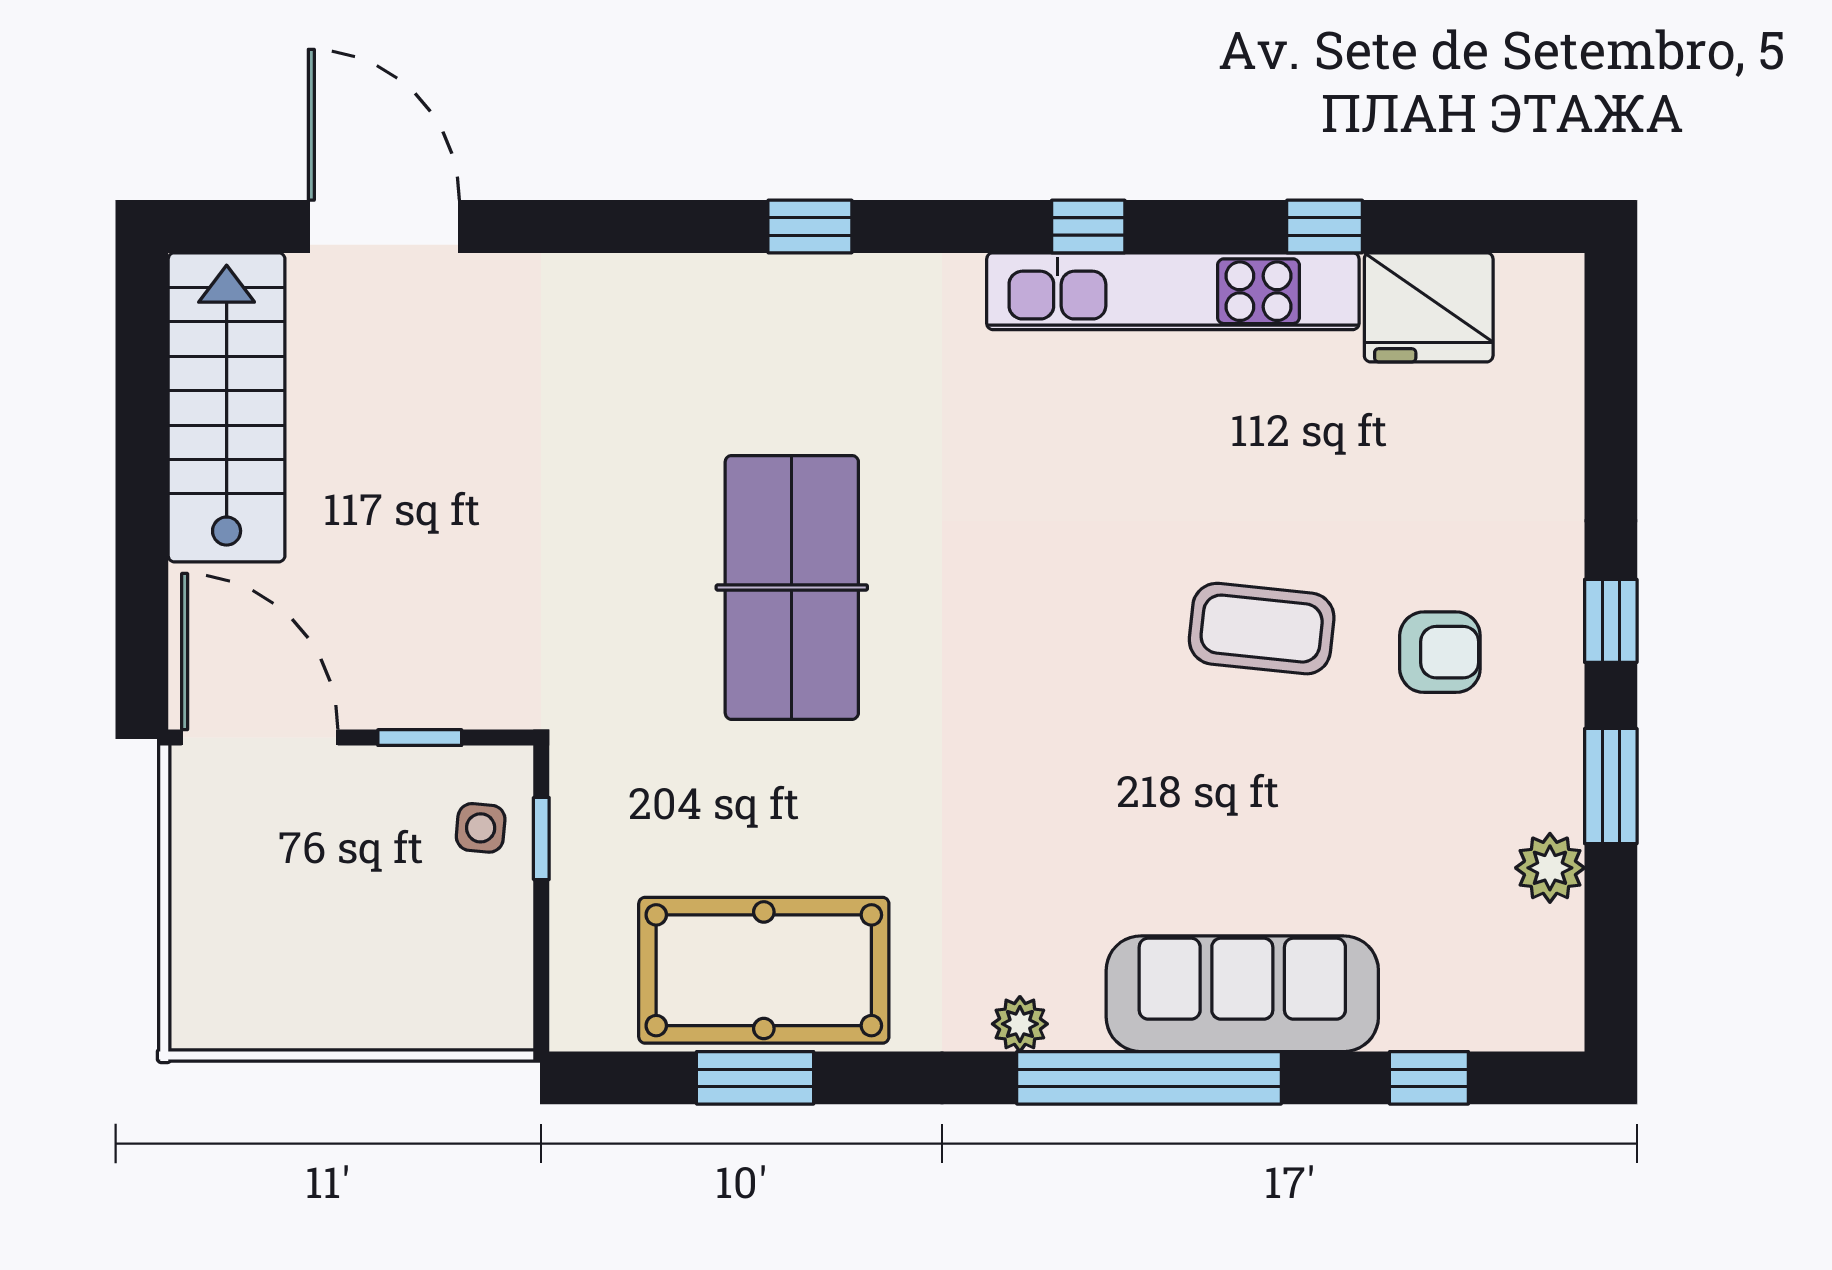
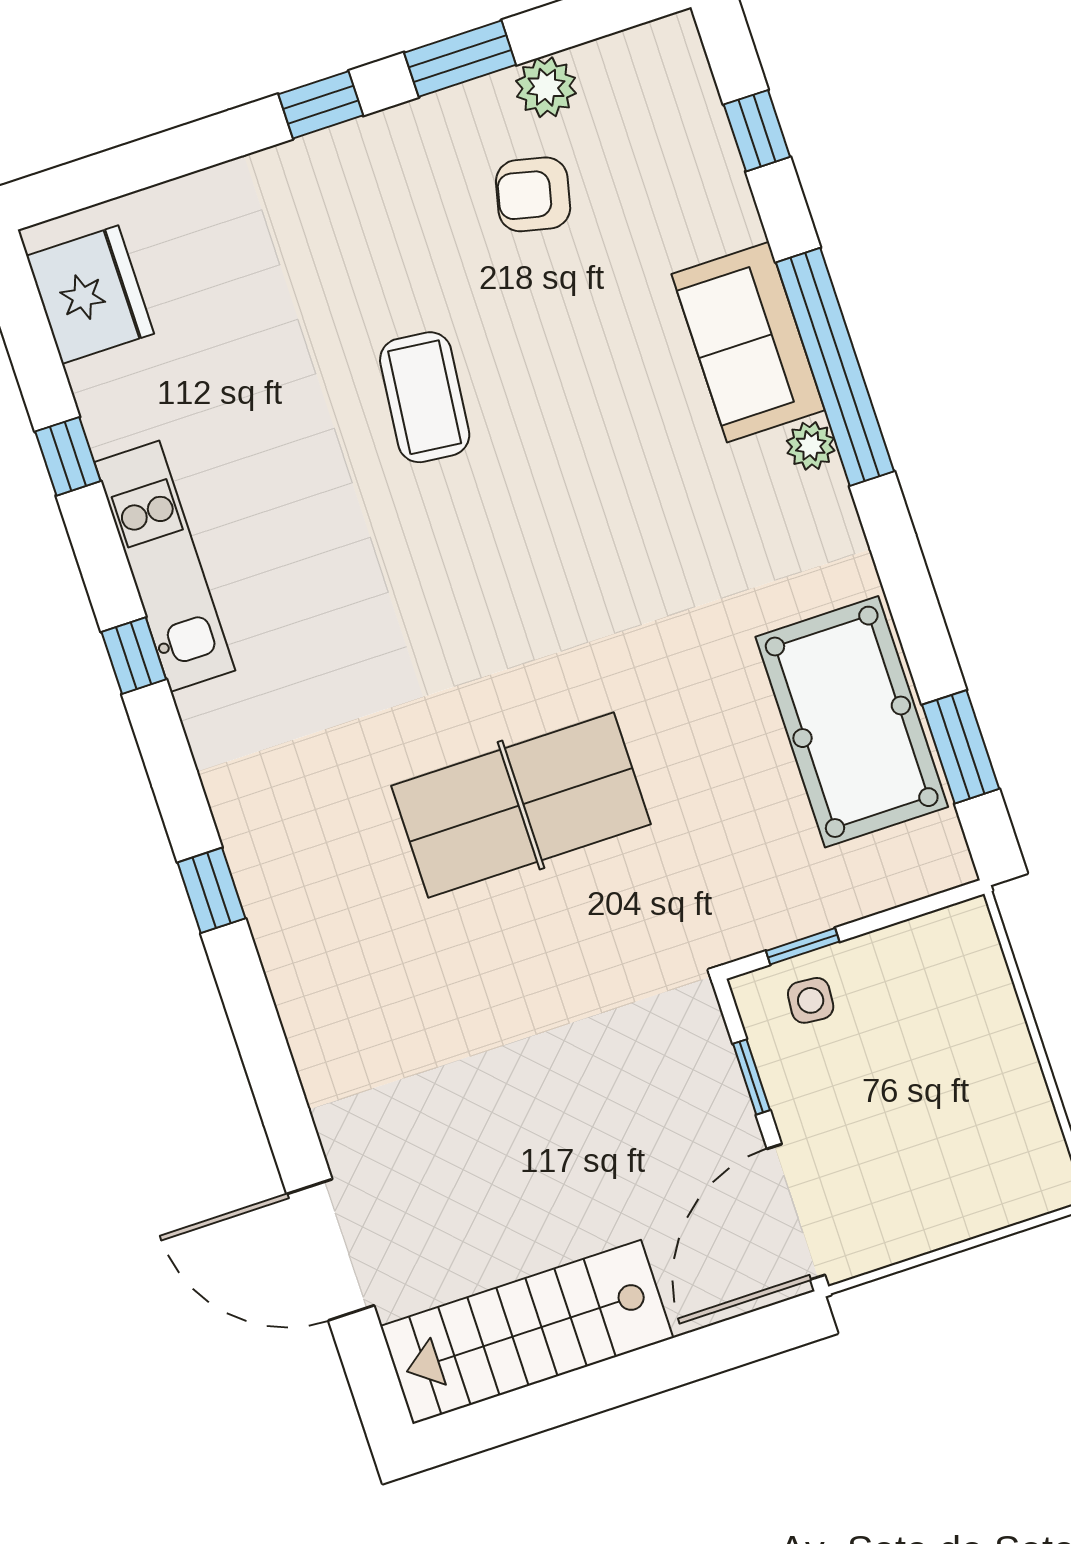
door: (384, 226) -> (330, 1250), hinge flipped
kitchen unit: (1173, 291) -> (165, 566), width x0.73
fridge: (1429, 307) -> (90, 295), moved
armchair: (1440, 652) -> (533, 194), moved, turned -77
sofa: (1242, 994) -> (748, 342), width x0.73
plant: (1020, 1024) -> (811, 446), moved
window: (755, 1078) -> (961, 747), moved

